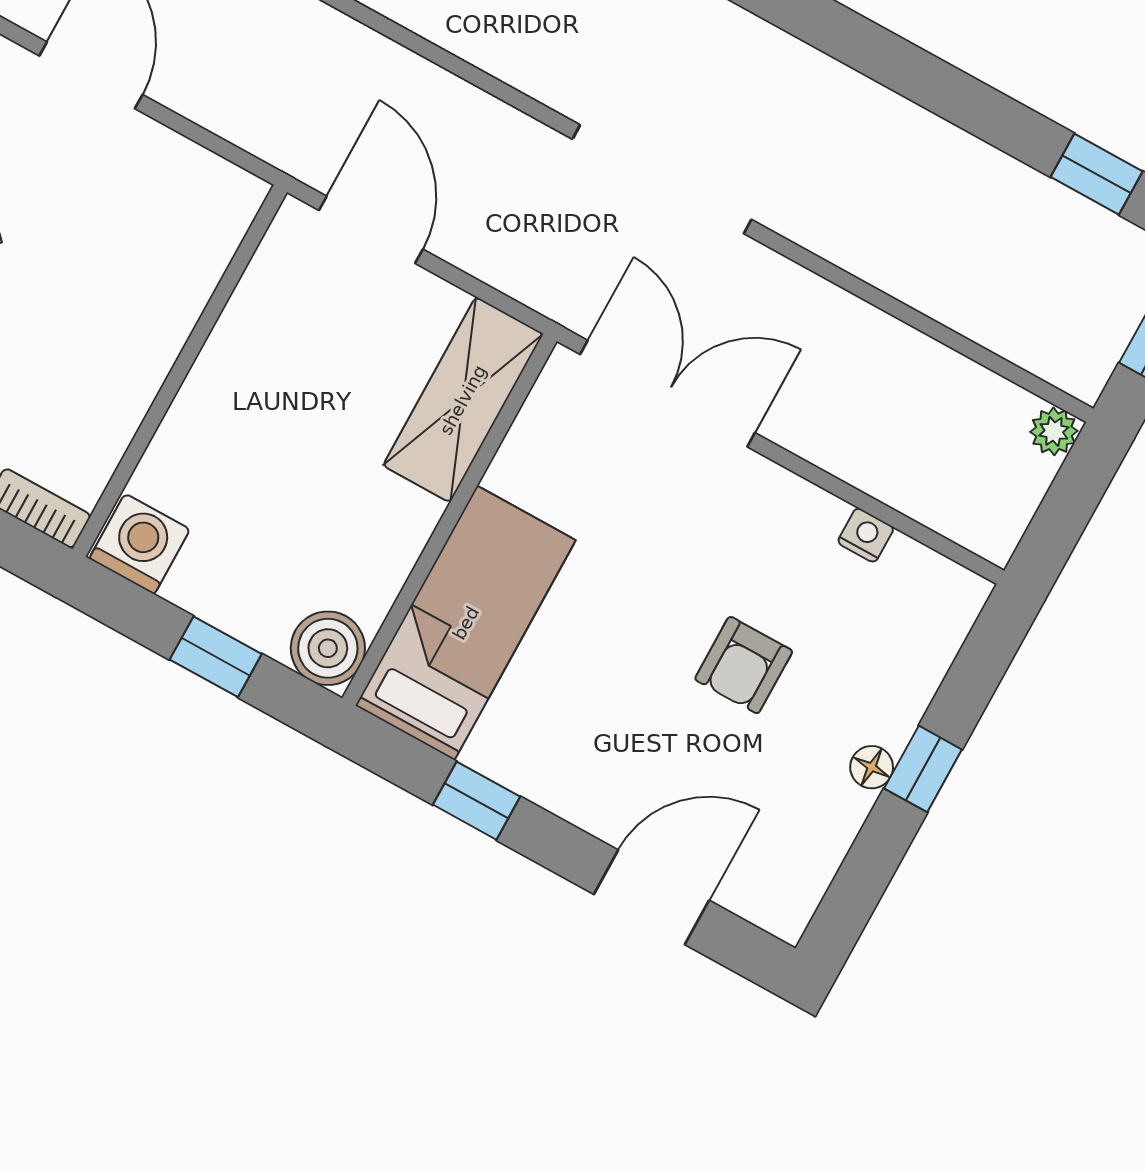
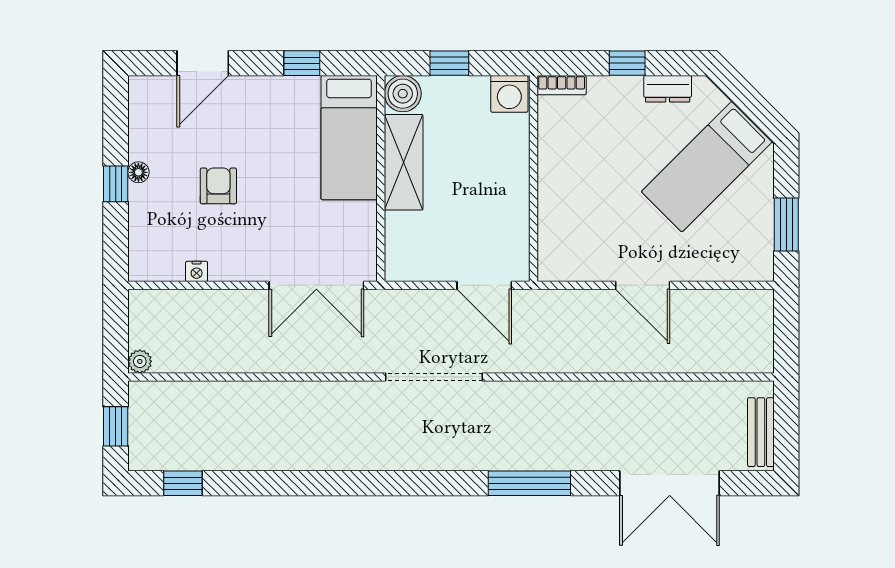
doorway: (662, 179) -> (434, 377), moved
shelving: (463, 400) -> (404, 162), moved

